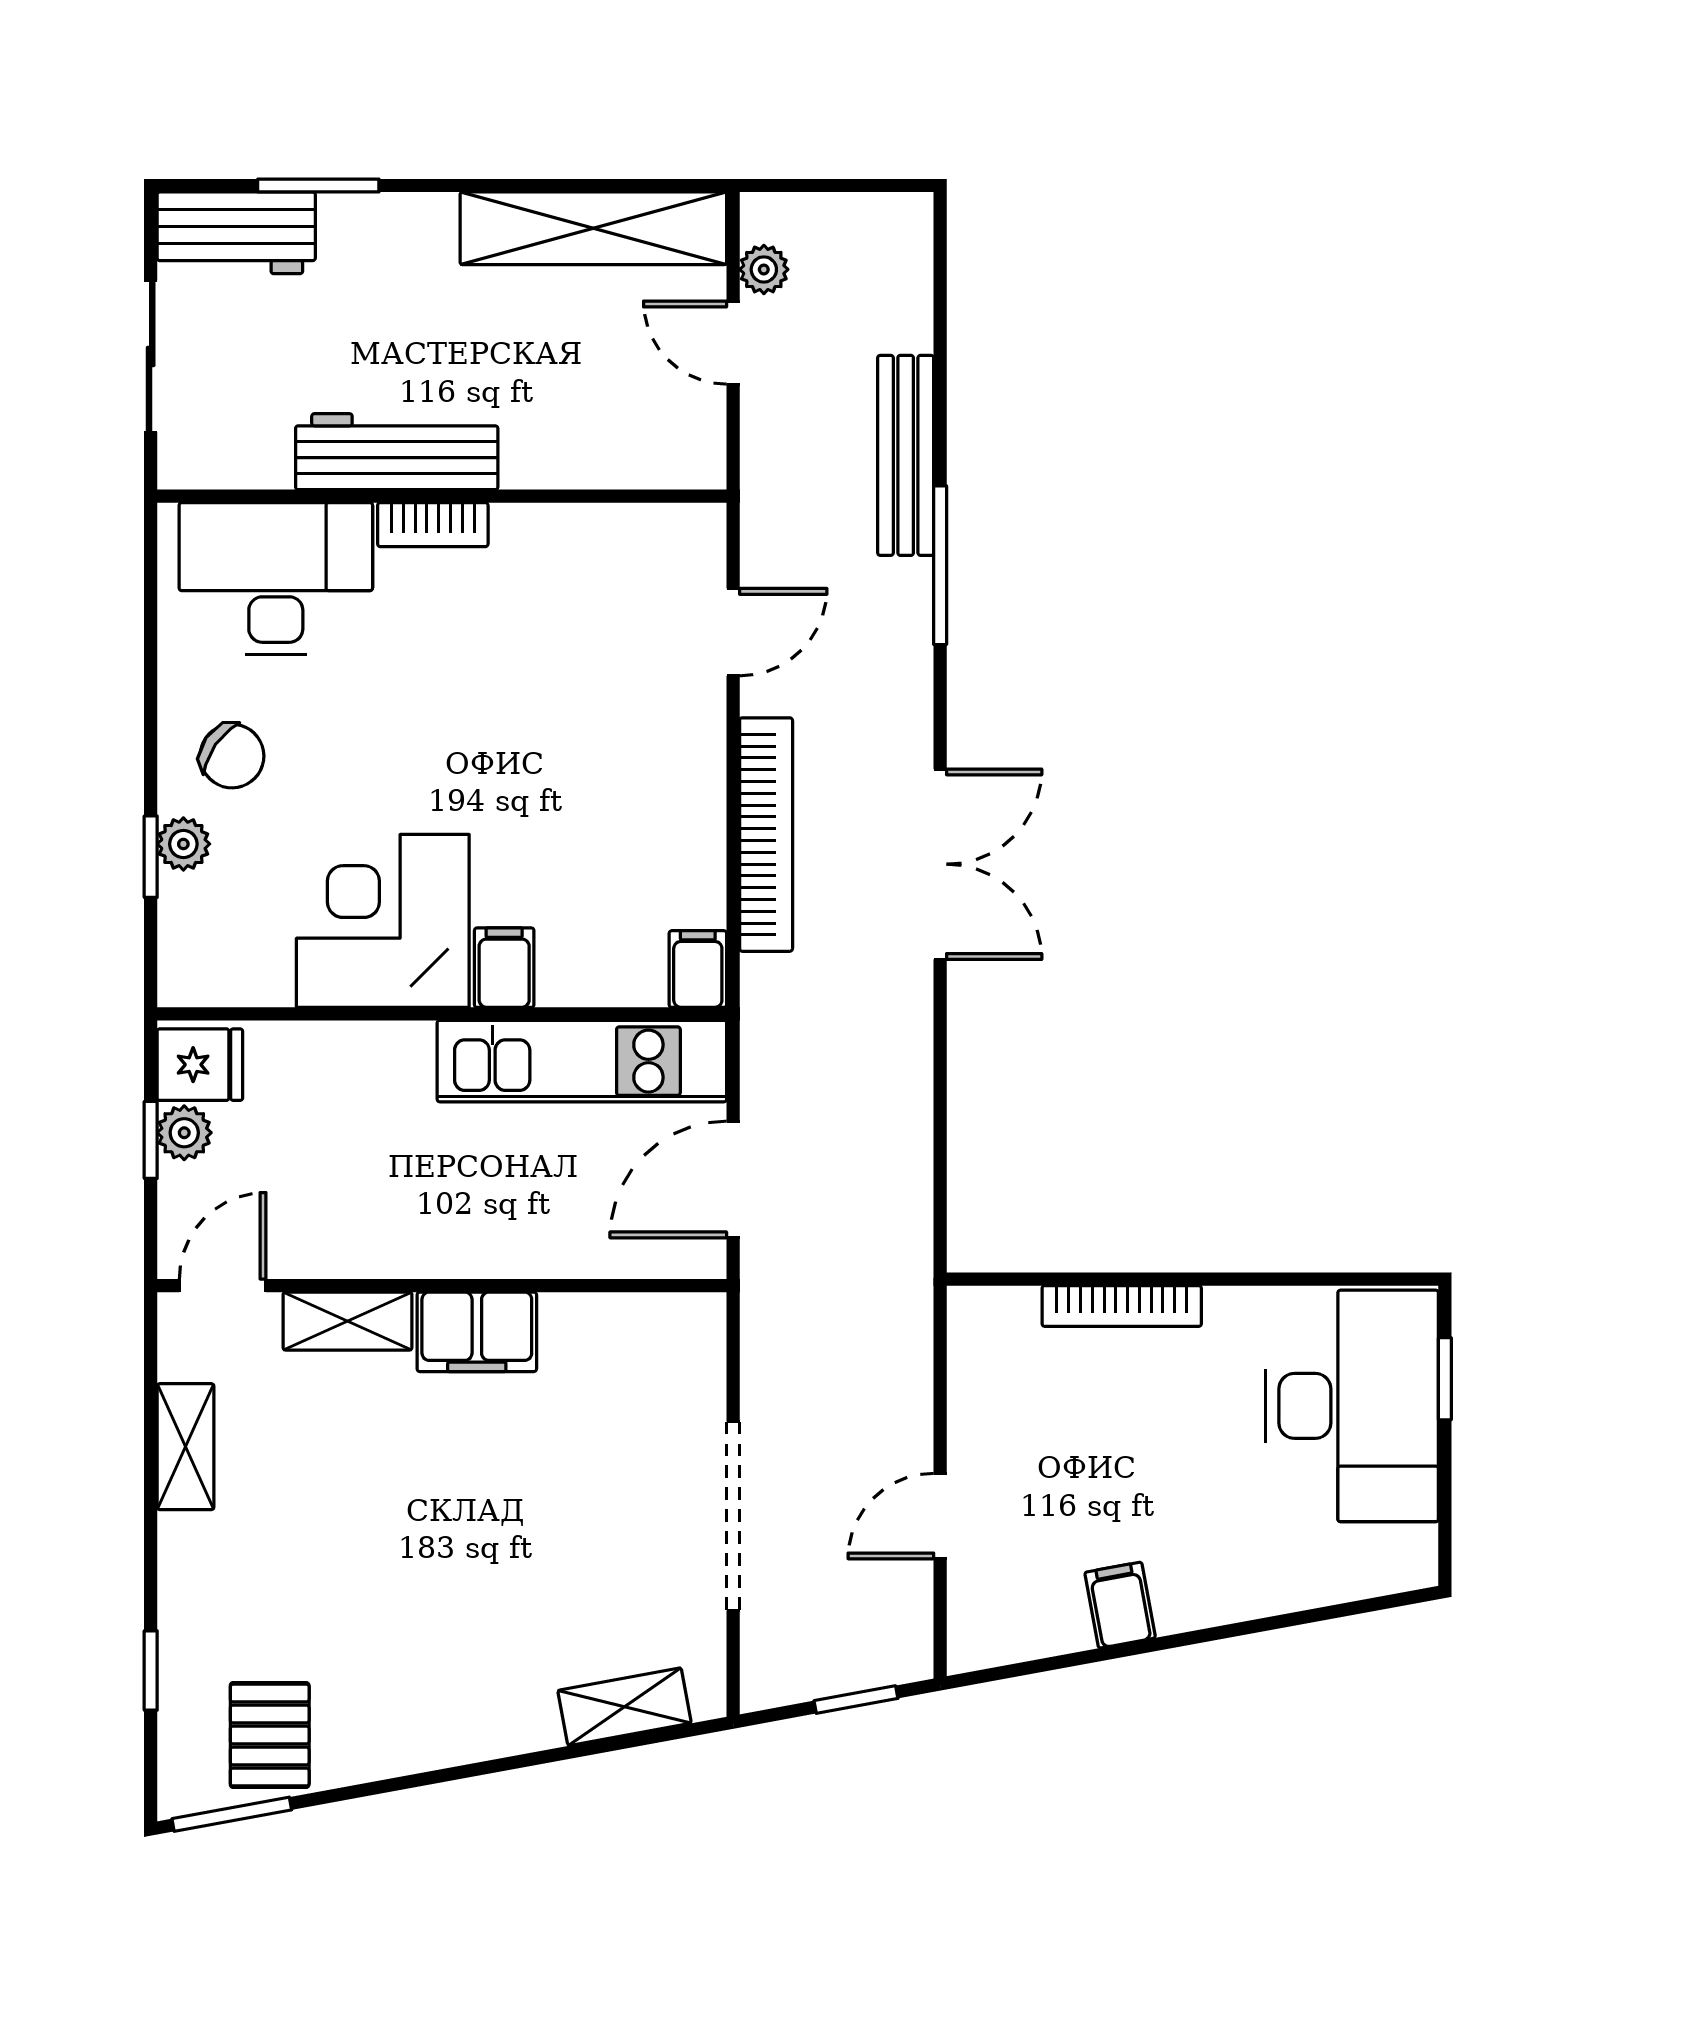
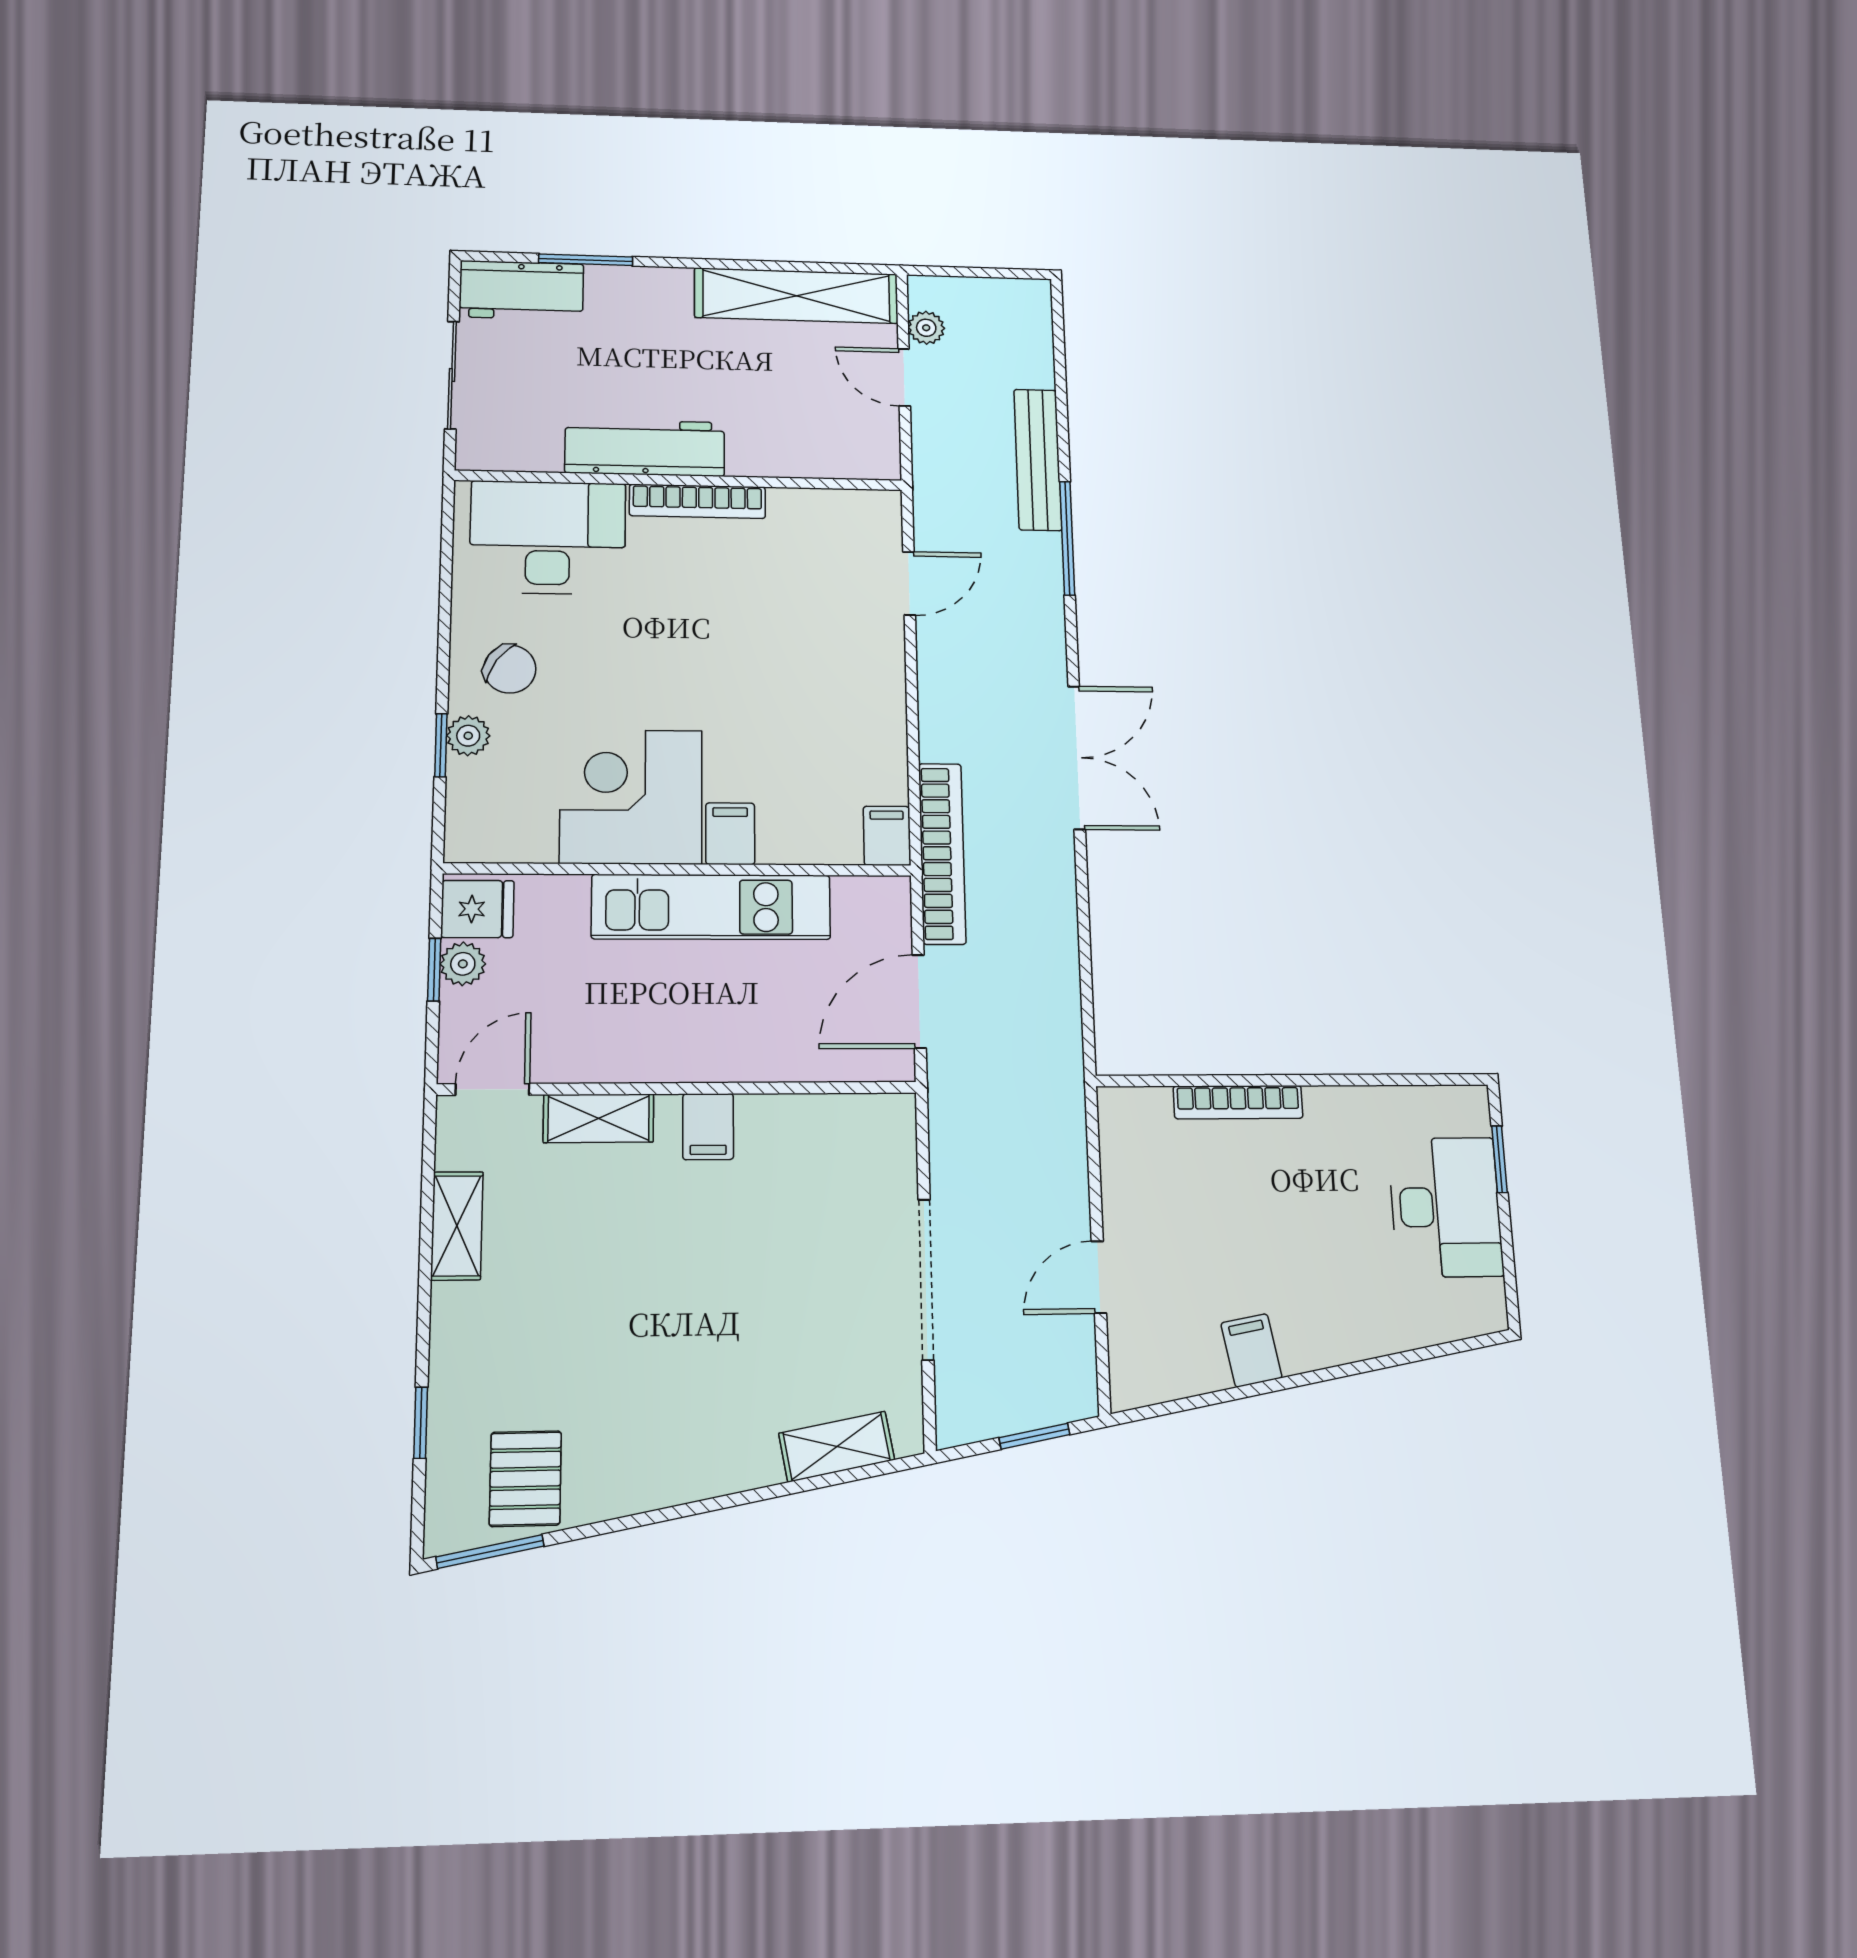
bookcase: (433, 525) -> (697, 501), width x1.56
bookcase: (766, 835) -> (942, 853), moved
kitchen unit: (582, 1061) -> (711, 907), moved
filing cabinet: (477, 1332) -> (708, 1127), width x0.50
desk: (1352, 1406) -> (1445, 1207), width x0.73, depth x0.77

